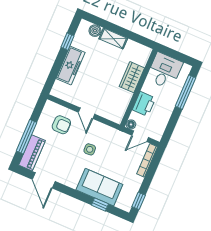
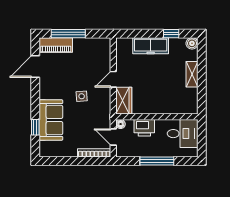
boiler: (95, 31) -> (192, 43), moved
wardrobe: (132, 77) -> (124, 101), moved, turned 90
window: (185, 92) -> (157, 161), moved
armchair: (61, 125) -> (93, 61), removed
window: (139, 201) -> (54, 161), removed

